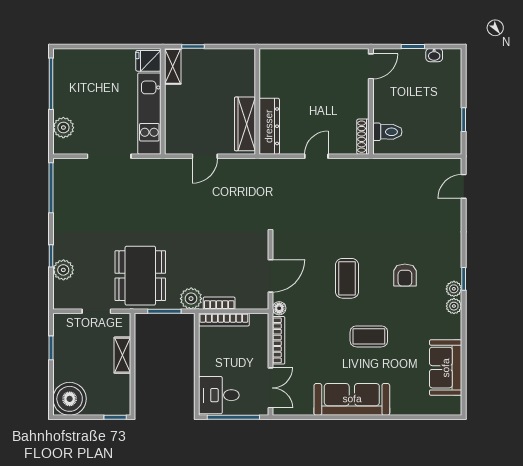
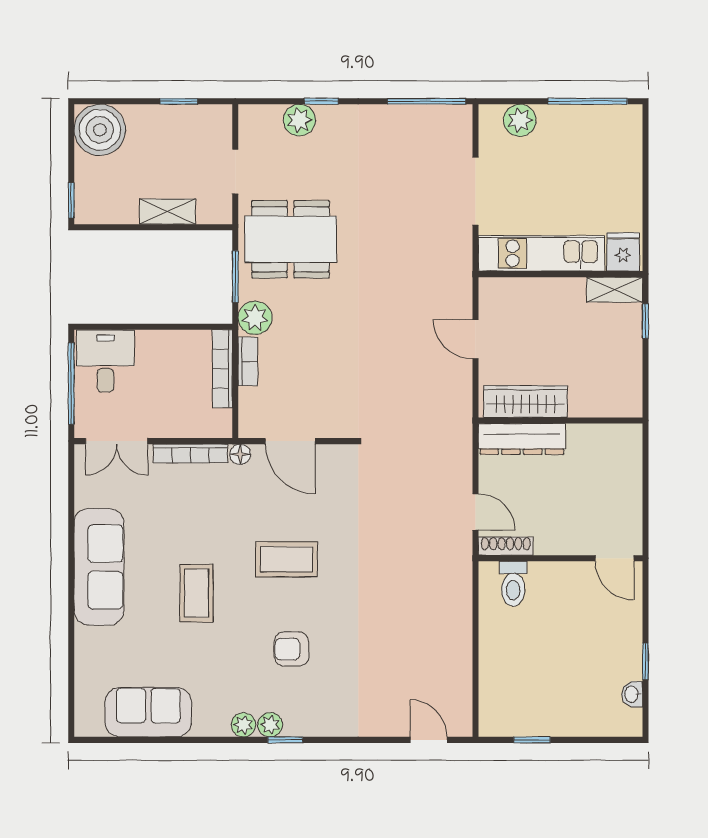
door: (371, 66) -> (615, 558), moved
wall: (371, 101) -> (560, 558), moved
toilet: (387, 132) -> (513, 584), moved
shoe rack: (363, 137) -> (506, 546), moved

